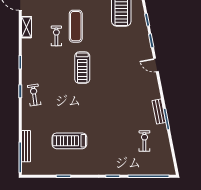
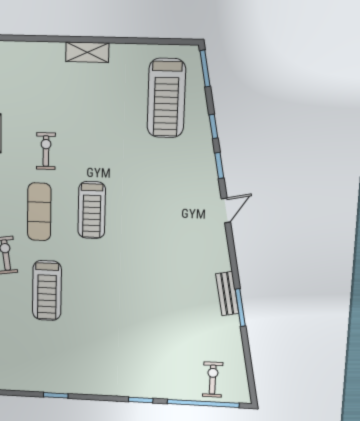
exercise mat: (76, 26) -> (39, 212), moved
door: (156, 65) -> (226, 210), swing flipped
treadmill: (69, 141) -> (47, 291), moved, turned -90
exercise bike: (144, 141) -> (213, 380), moved

